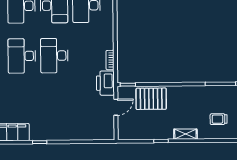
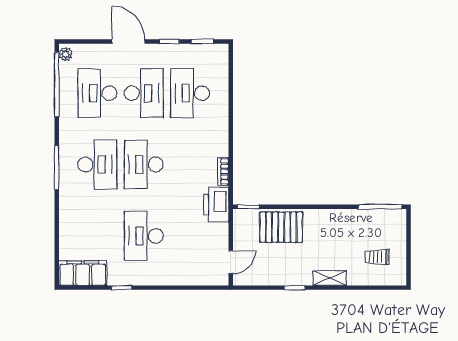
desk: (22, 56) -> (97, 165), turned 180
desk: (55, 106) -> (144, 236), added
door: (116, 107) -> (231, 262), moved

